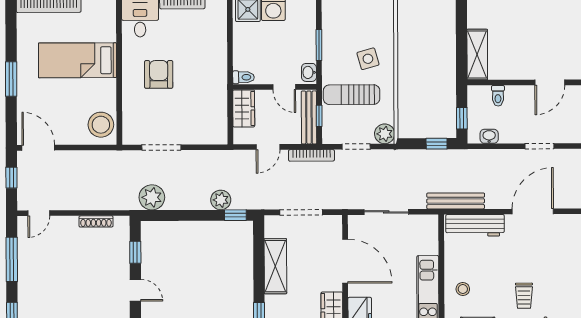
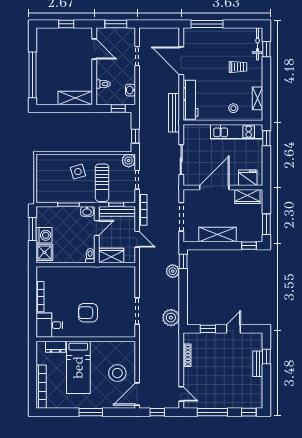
dresser: (108, 27) -> (56, 347), added
stool: (101, 125) -> (117, 373), moved
window: (437, 144) -> (135, 136), moved

